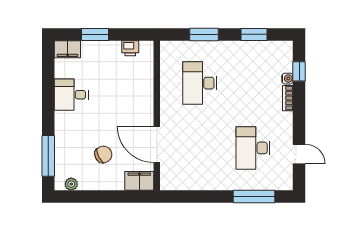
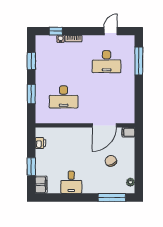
filing cabinet: (139, 181) -> (128, 132), width x0.50

